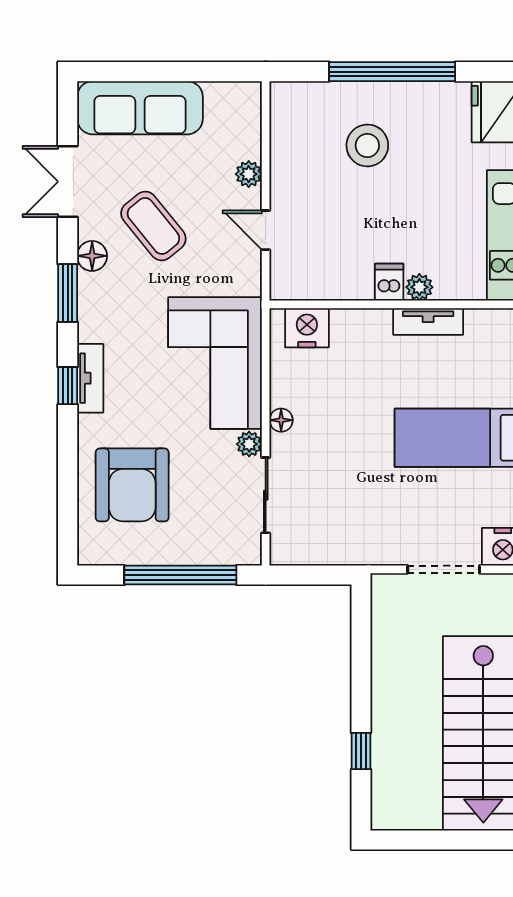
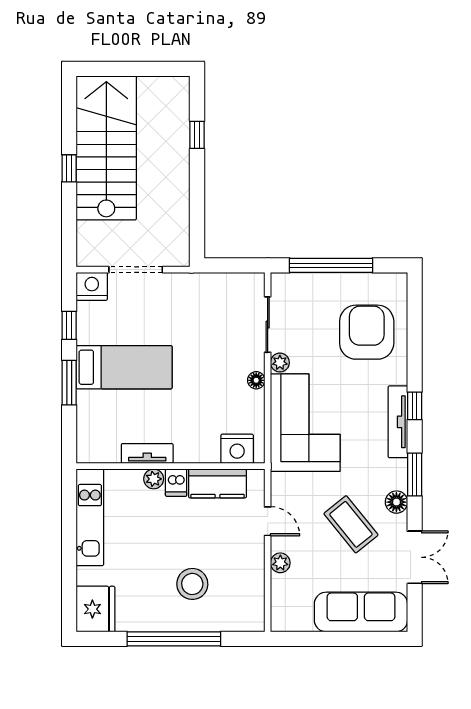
kitchen counter: (333, 281) -> (217, 483), added
tv unit: (90, 378) -> (398, 422), width x1.41

